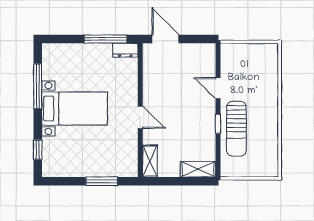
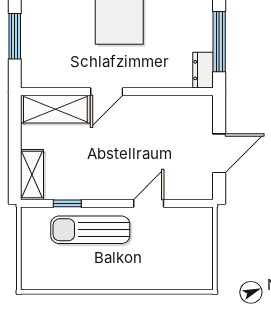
door: (165, 39) -> (219, 153), moved
window: (218, 124) -> (67, 203), moved
shelving: (150, 161) -> (55, 109), width x1.50, depth x1.33

